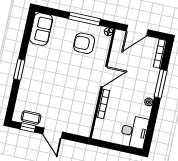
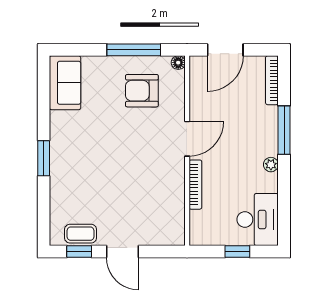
window: (119, 148) -> (237, 252), added

